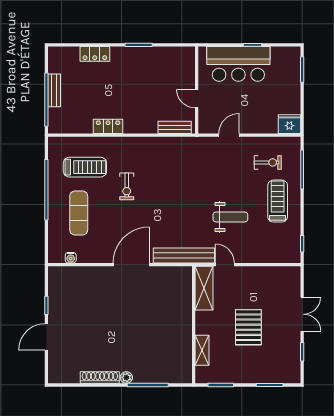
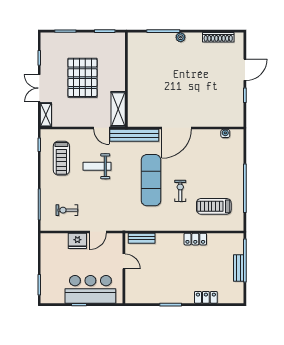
fridge: (289, 124) -> (77, 241), moved
treadmill: (278, 201) -> (61, 158), moved
exercise mat: (79, 213) -> (151, 180), moved, width x1.36, depth x1.45
pallet: (248, 327) -> (82, 78), width x1.37, depth x1.41
shelving: (202, 350) -> (46, 115), moved
shoe rack: (100, 378) -> (218, 37), moved

